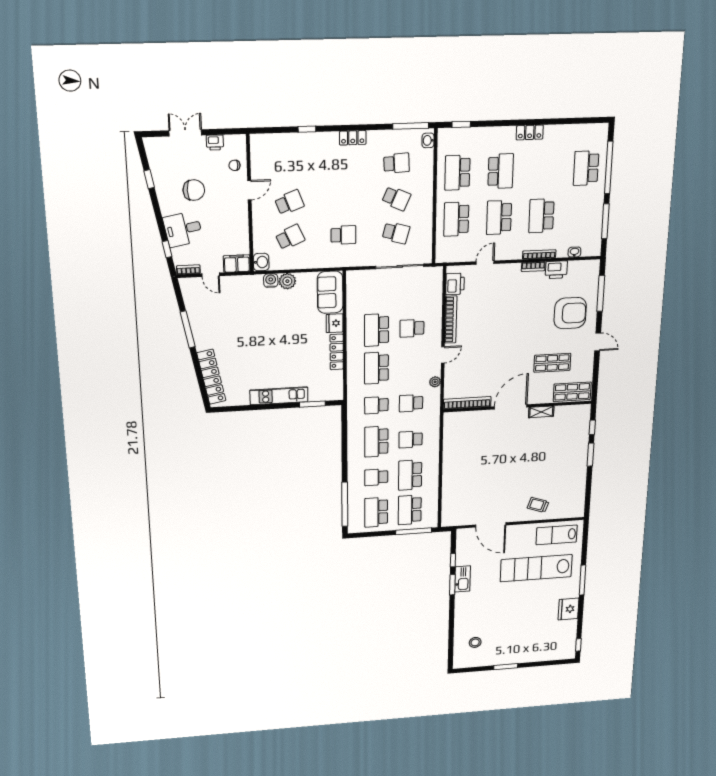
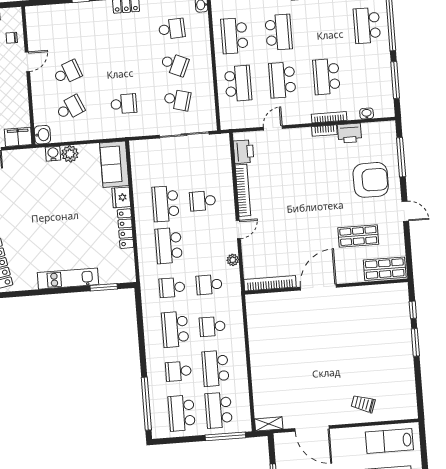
school desk: (456, 219) -> (238, 83), turned 180
shelving: (541, 412) -> (269, 424), moved

